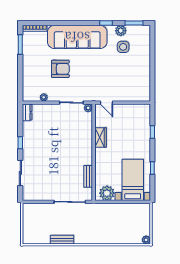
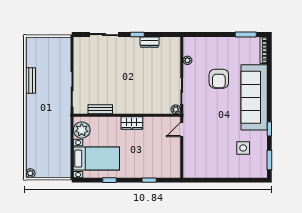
plant: (121, 31) -> (261, 145), removed
dresser: (27, 112) -> (149, 42), moved
wardrobe: (101, 137) -> (132, 123), moved

